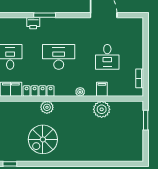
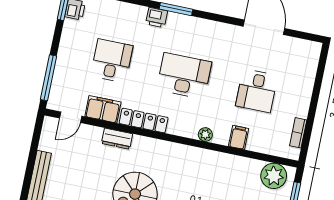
dresser: (24, 106) -> (117, 139), added
plant: (47, 107) -> (151, 147), removed
plant: (102, 109) -> (274, 176), moved

